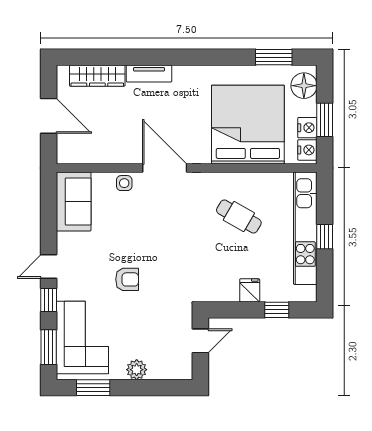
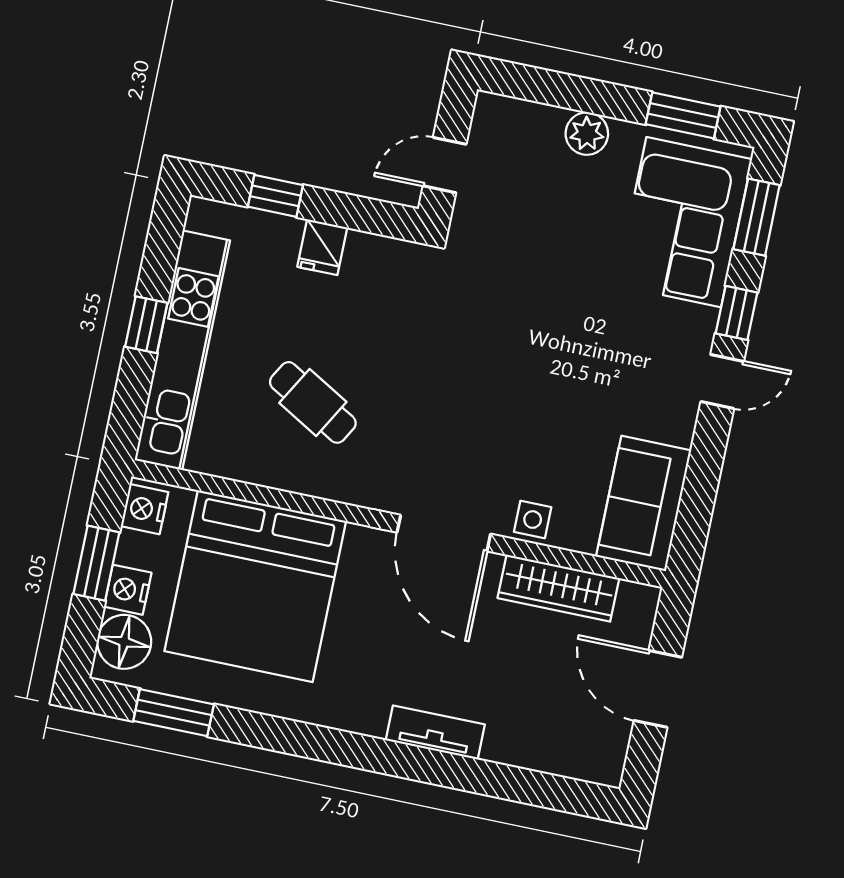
wardrobe: (97, 76) -> (558, 588), moved, turned 180
nightstand: (307, 128) -> (128, 590), moved
armchair: (127, 279) -> (568, 322), removed

